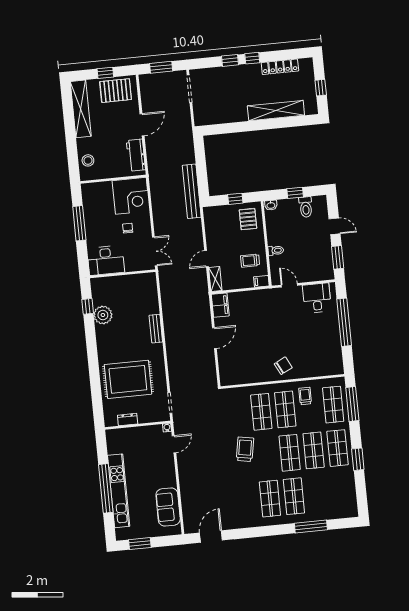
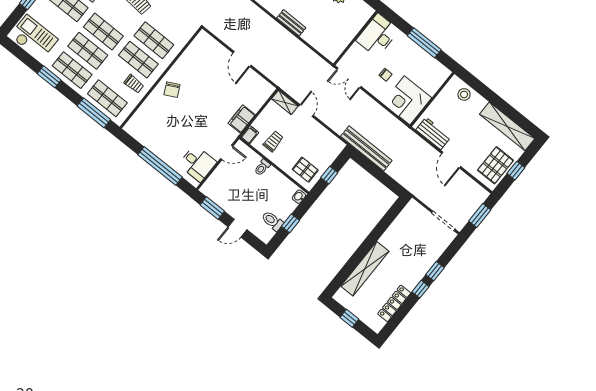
filing cabinet: (220, 305) -> (242, 119), moved, turned 90
checkout: (341, 497) -> (34, 38), added

